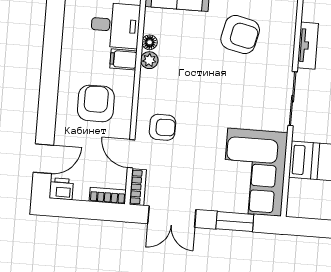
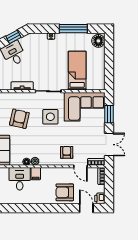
side table: (239, 99) -> (50, 117), added
armchair: (96, 103) -> (65, 192), moved
door: (131, 154) -> (81, 166), hinge flipped

